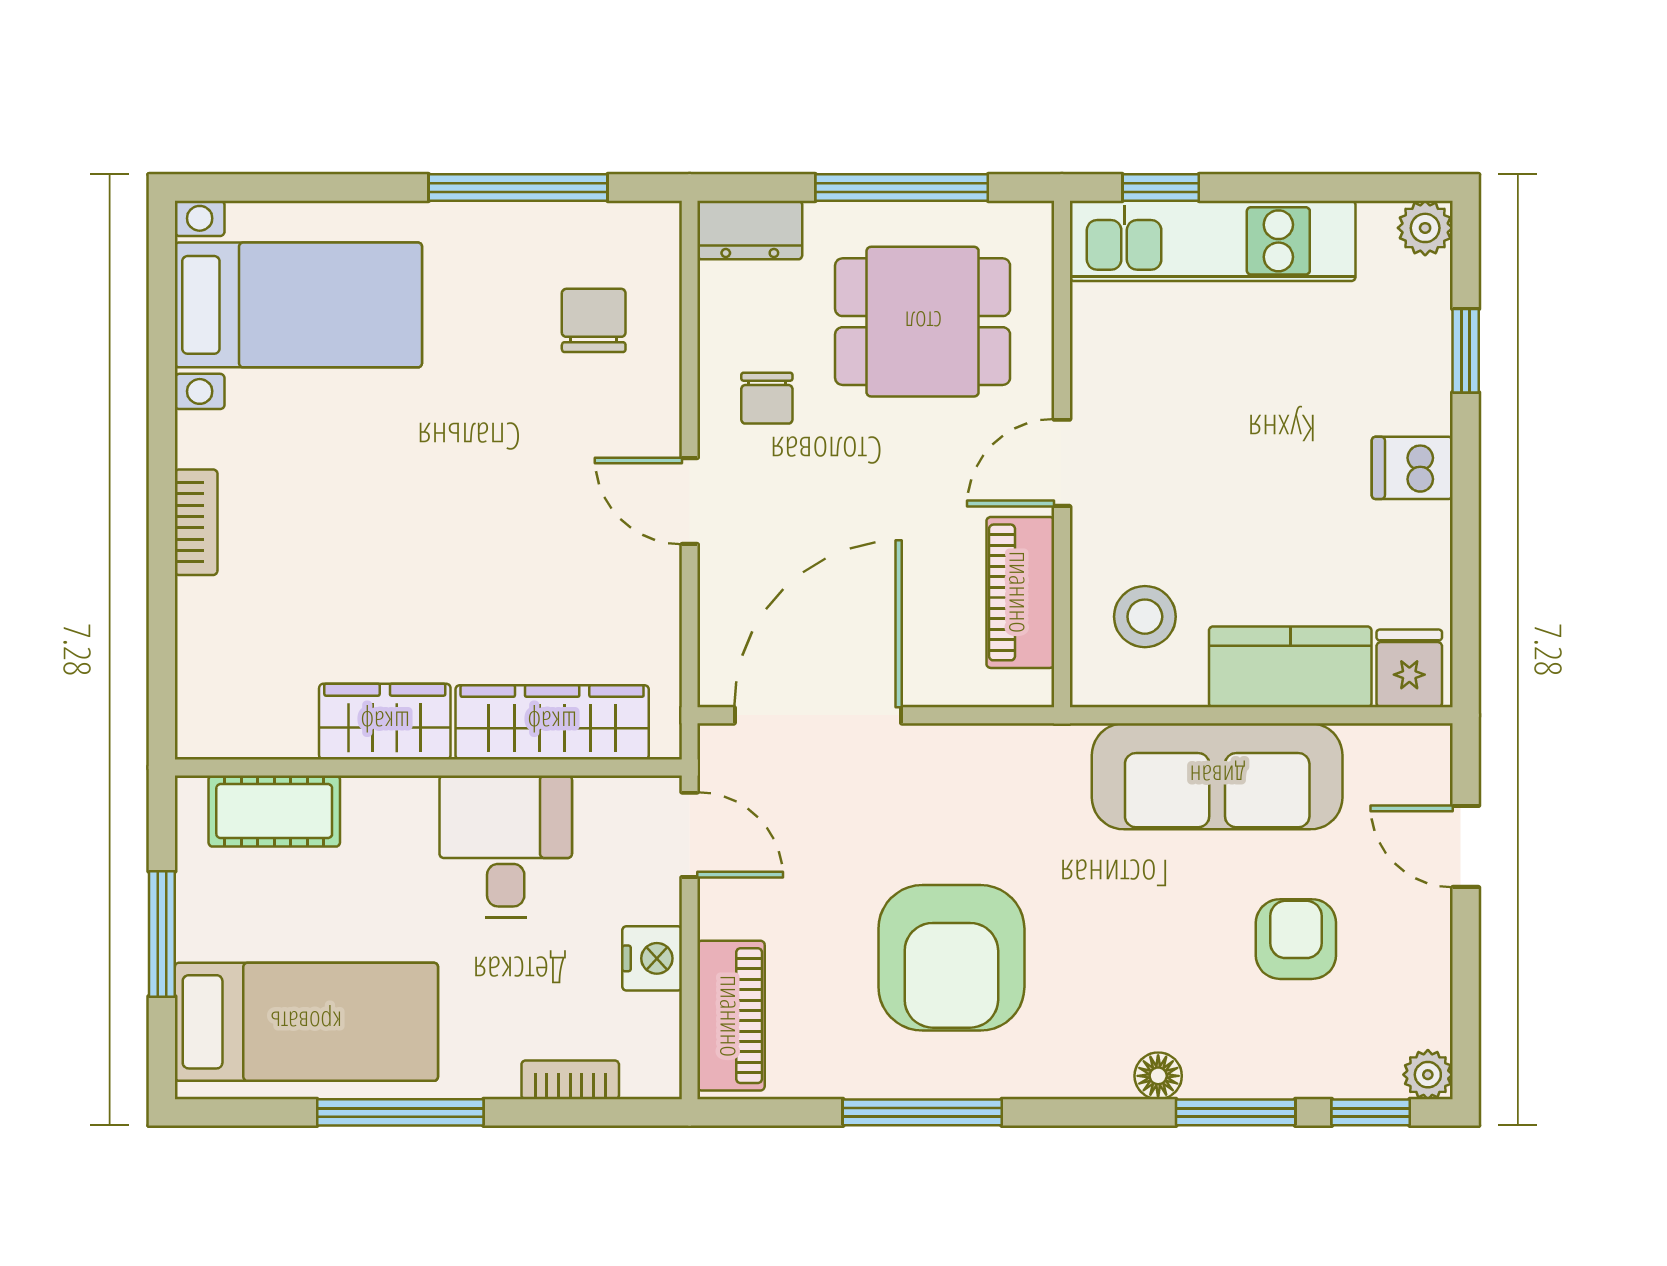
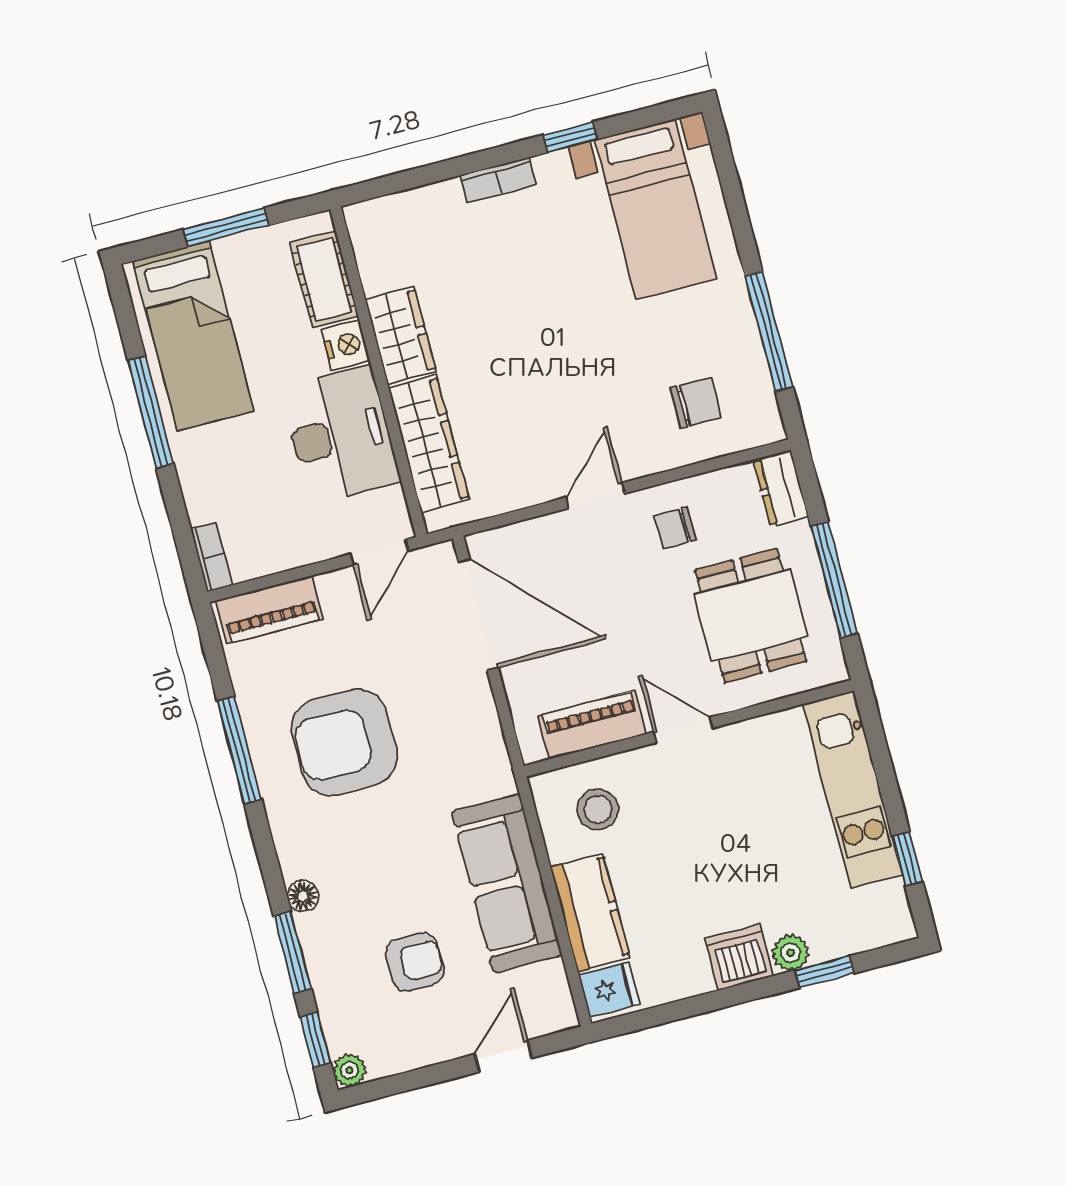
window: (1161, 188) -> (907, 859), moved
plant: (1425, 228) -> (791, 953), moved
window: (162, 401) -> (570, 137), added
dishwasher: (1412, 468) -> (739, 957), width x1.38
desk: (506, 847) -> (341, 435), width x1.37
nightstand: (652, 958) -> (346, 345), moved, turned -90
bookcase: (570, 1080) -> (211, 557), moved

